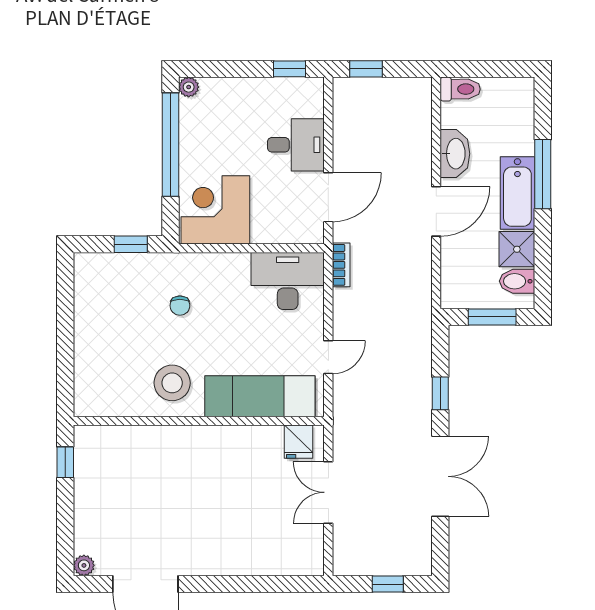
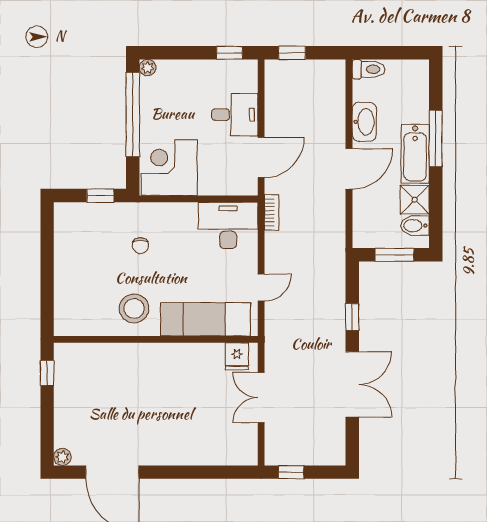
window: (388, 584) -> (291, 472), moved

